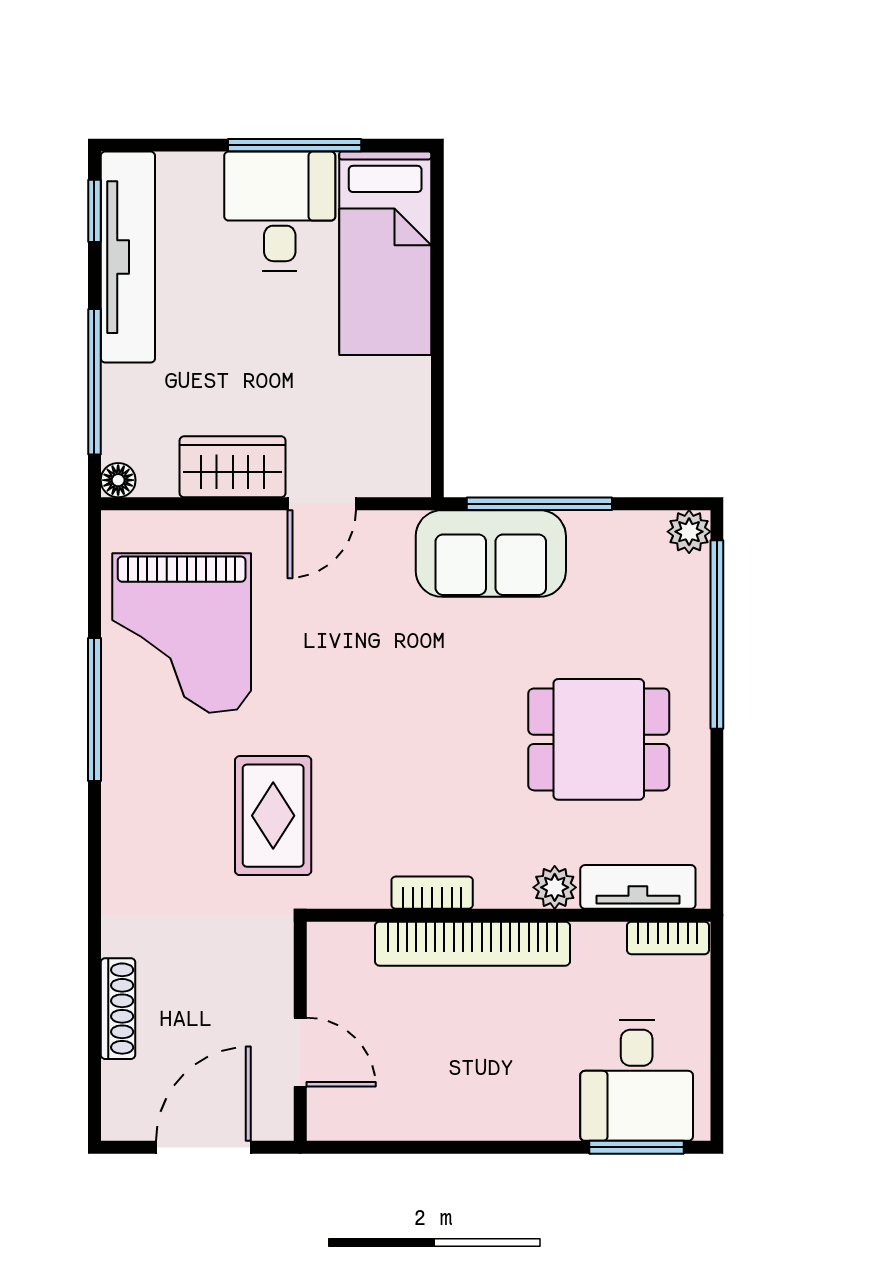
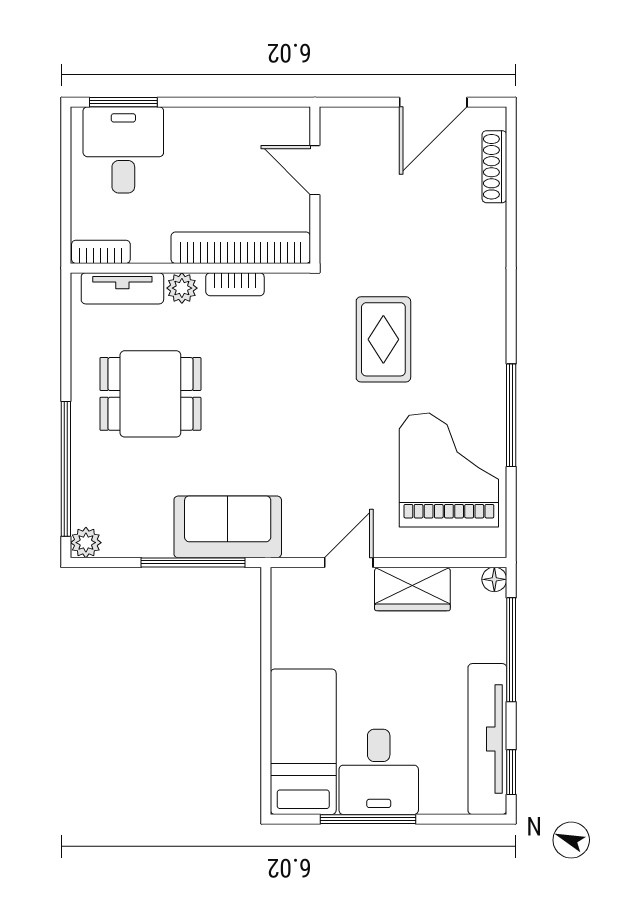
bookcase: (432, 893) -> (235, 284), moved
shoe rack: (118, 1009) -> (494, 167), moved
wall: (300, 1031) -> (315, 185), moved
door: (300, 1052) -> (315, 170), moved

